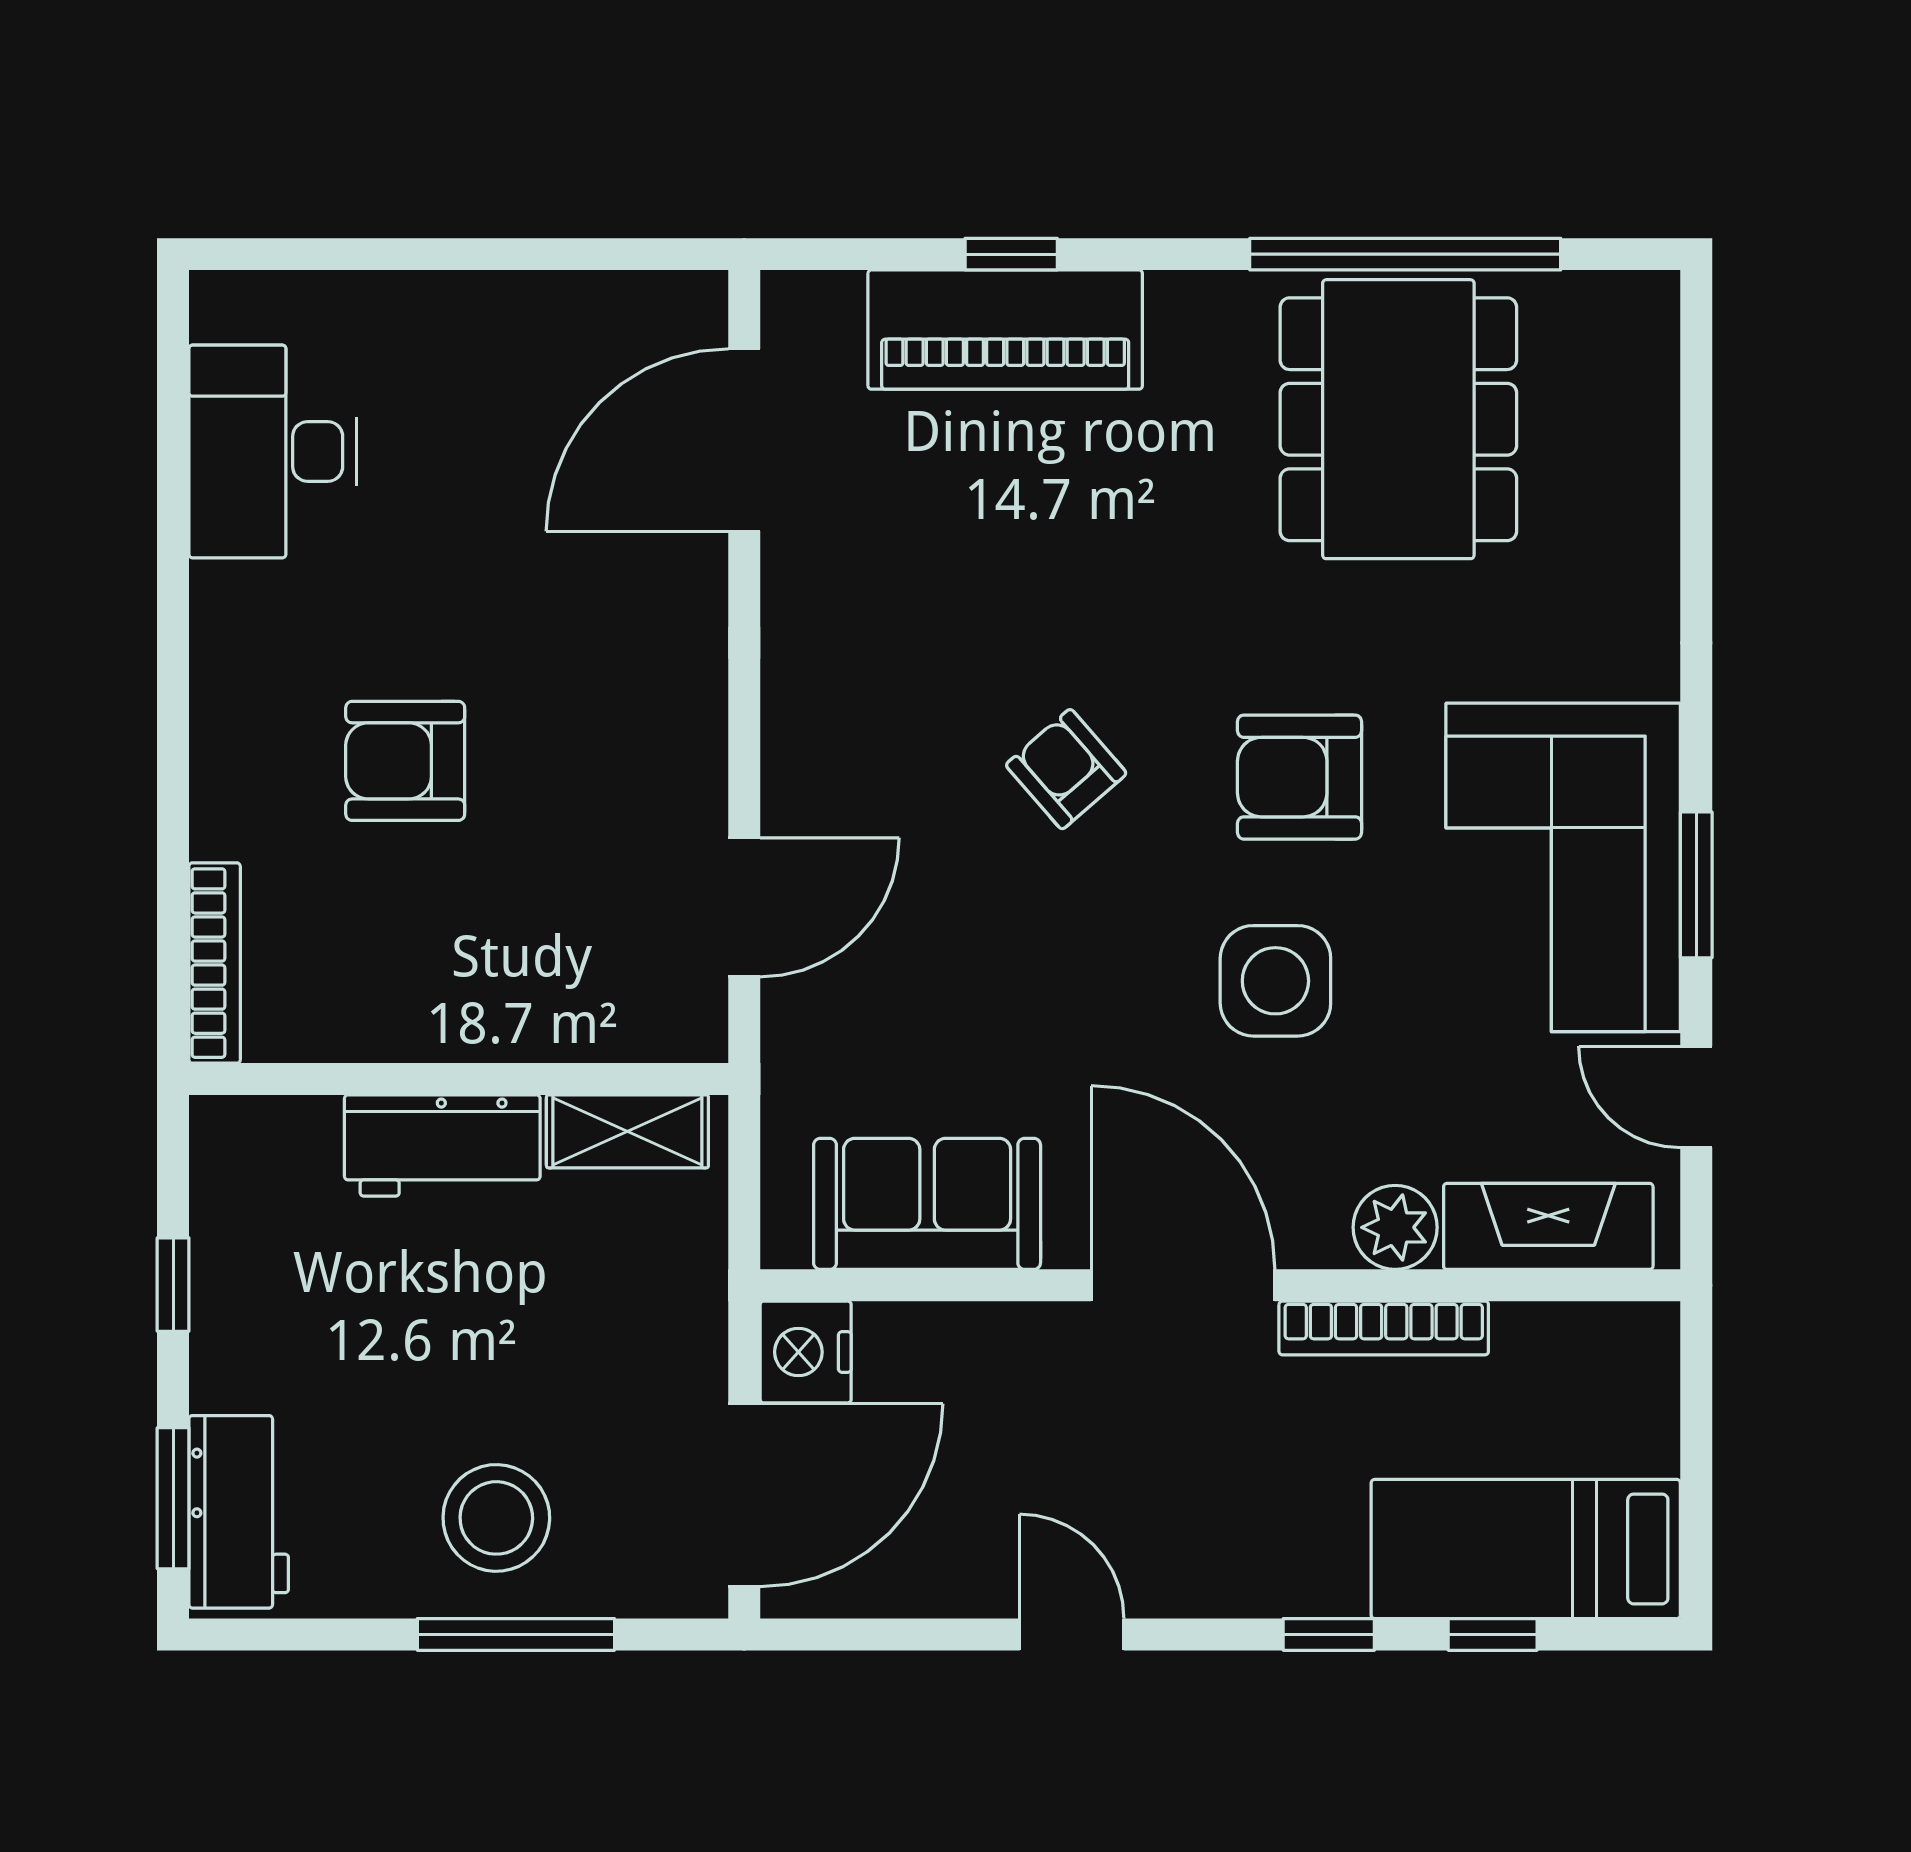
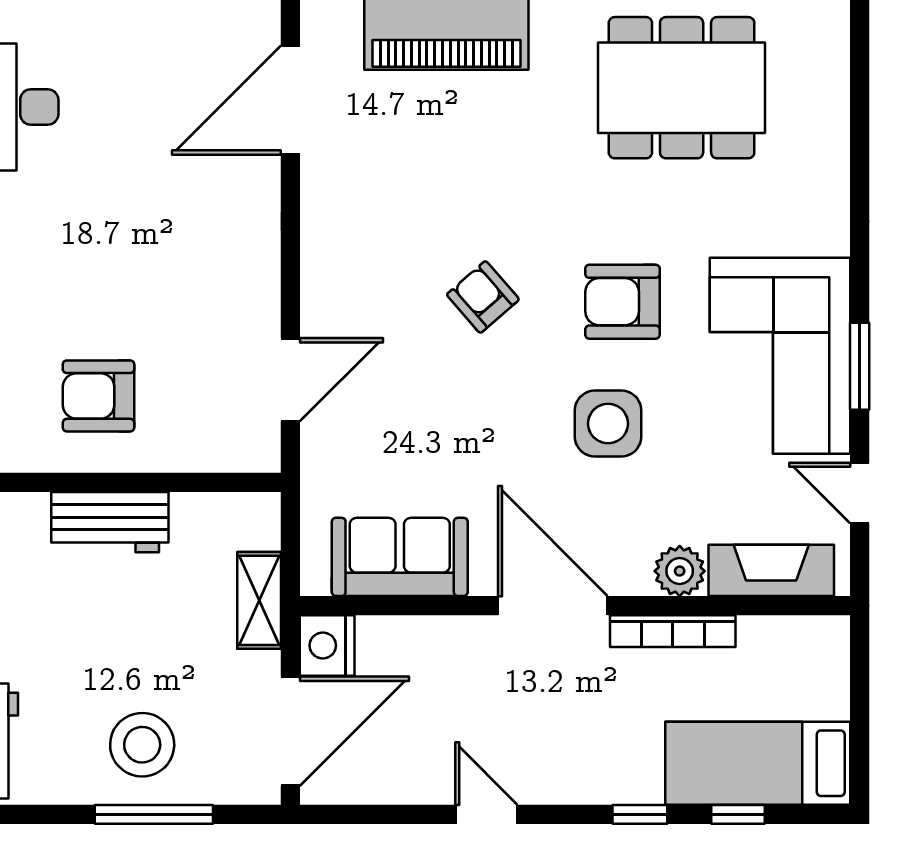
dining table: (1398, 419) -> (682, 88), turned 90
armchair: (405, 761) -> (99, 396), moved
shelving: (627, 1131) -> (259, 600), moved, turned 90

